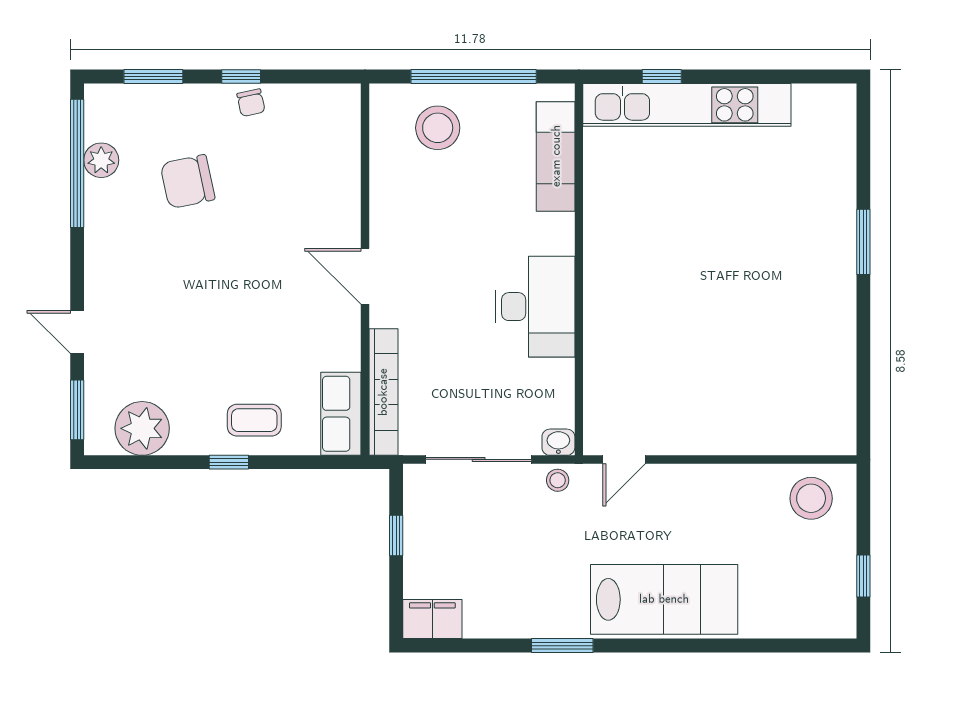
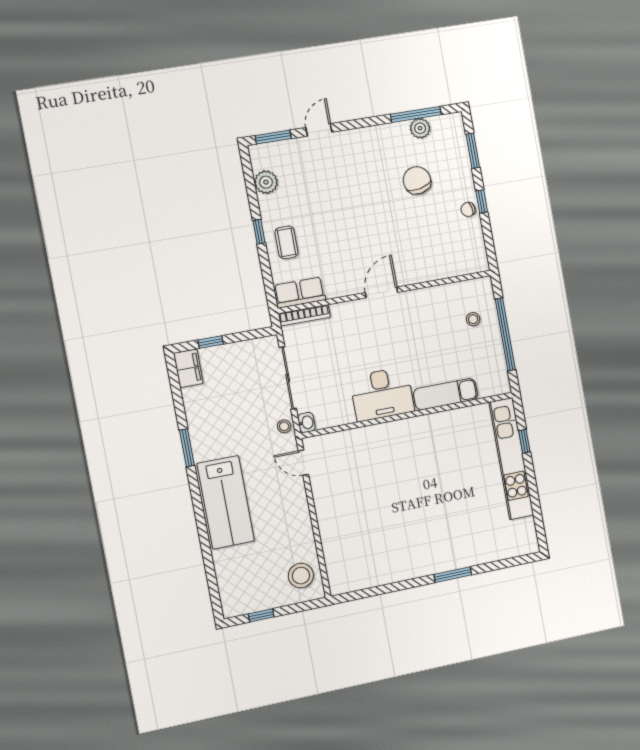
stool: (438, 128) -> (473, 319), width x0.53, depth x0.53
exam couch: (556, 156) -> (445, 394), moved
window: (77, 163) -> (416, 114), width x0.68
bookcase: (383, 392) -> (304, 315), width x0.68, depth x0.76
plant: (142, 428) -> (266, 182), width x0.73, depth x0.73
window: (396, 535) -> (211, 342), moved

